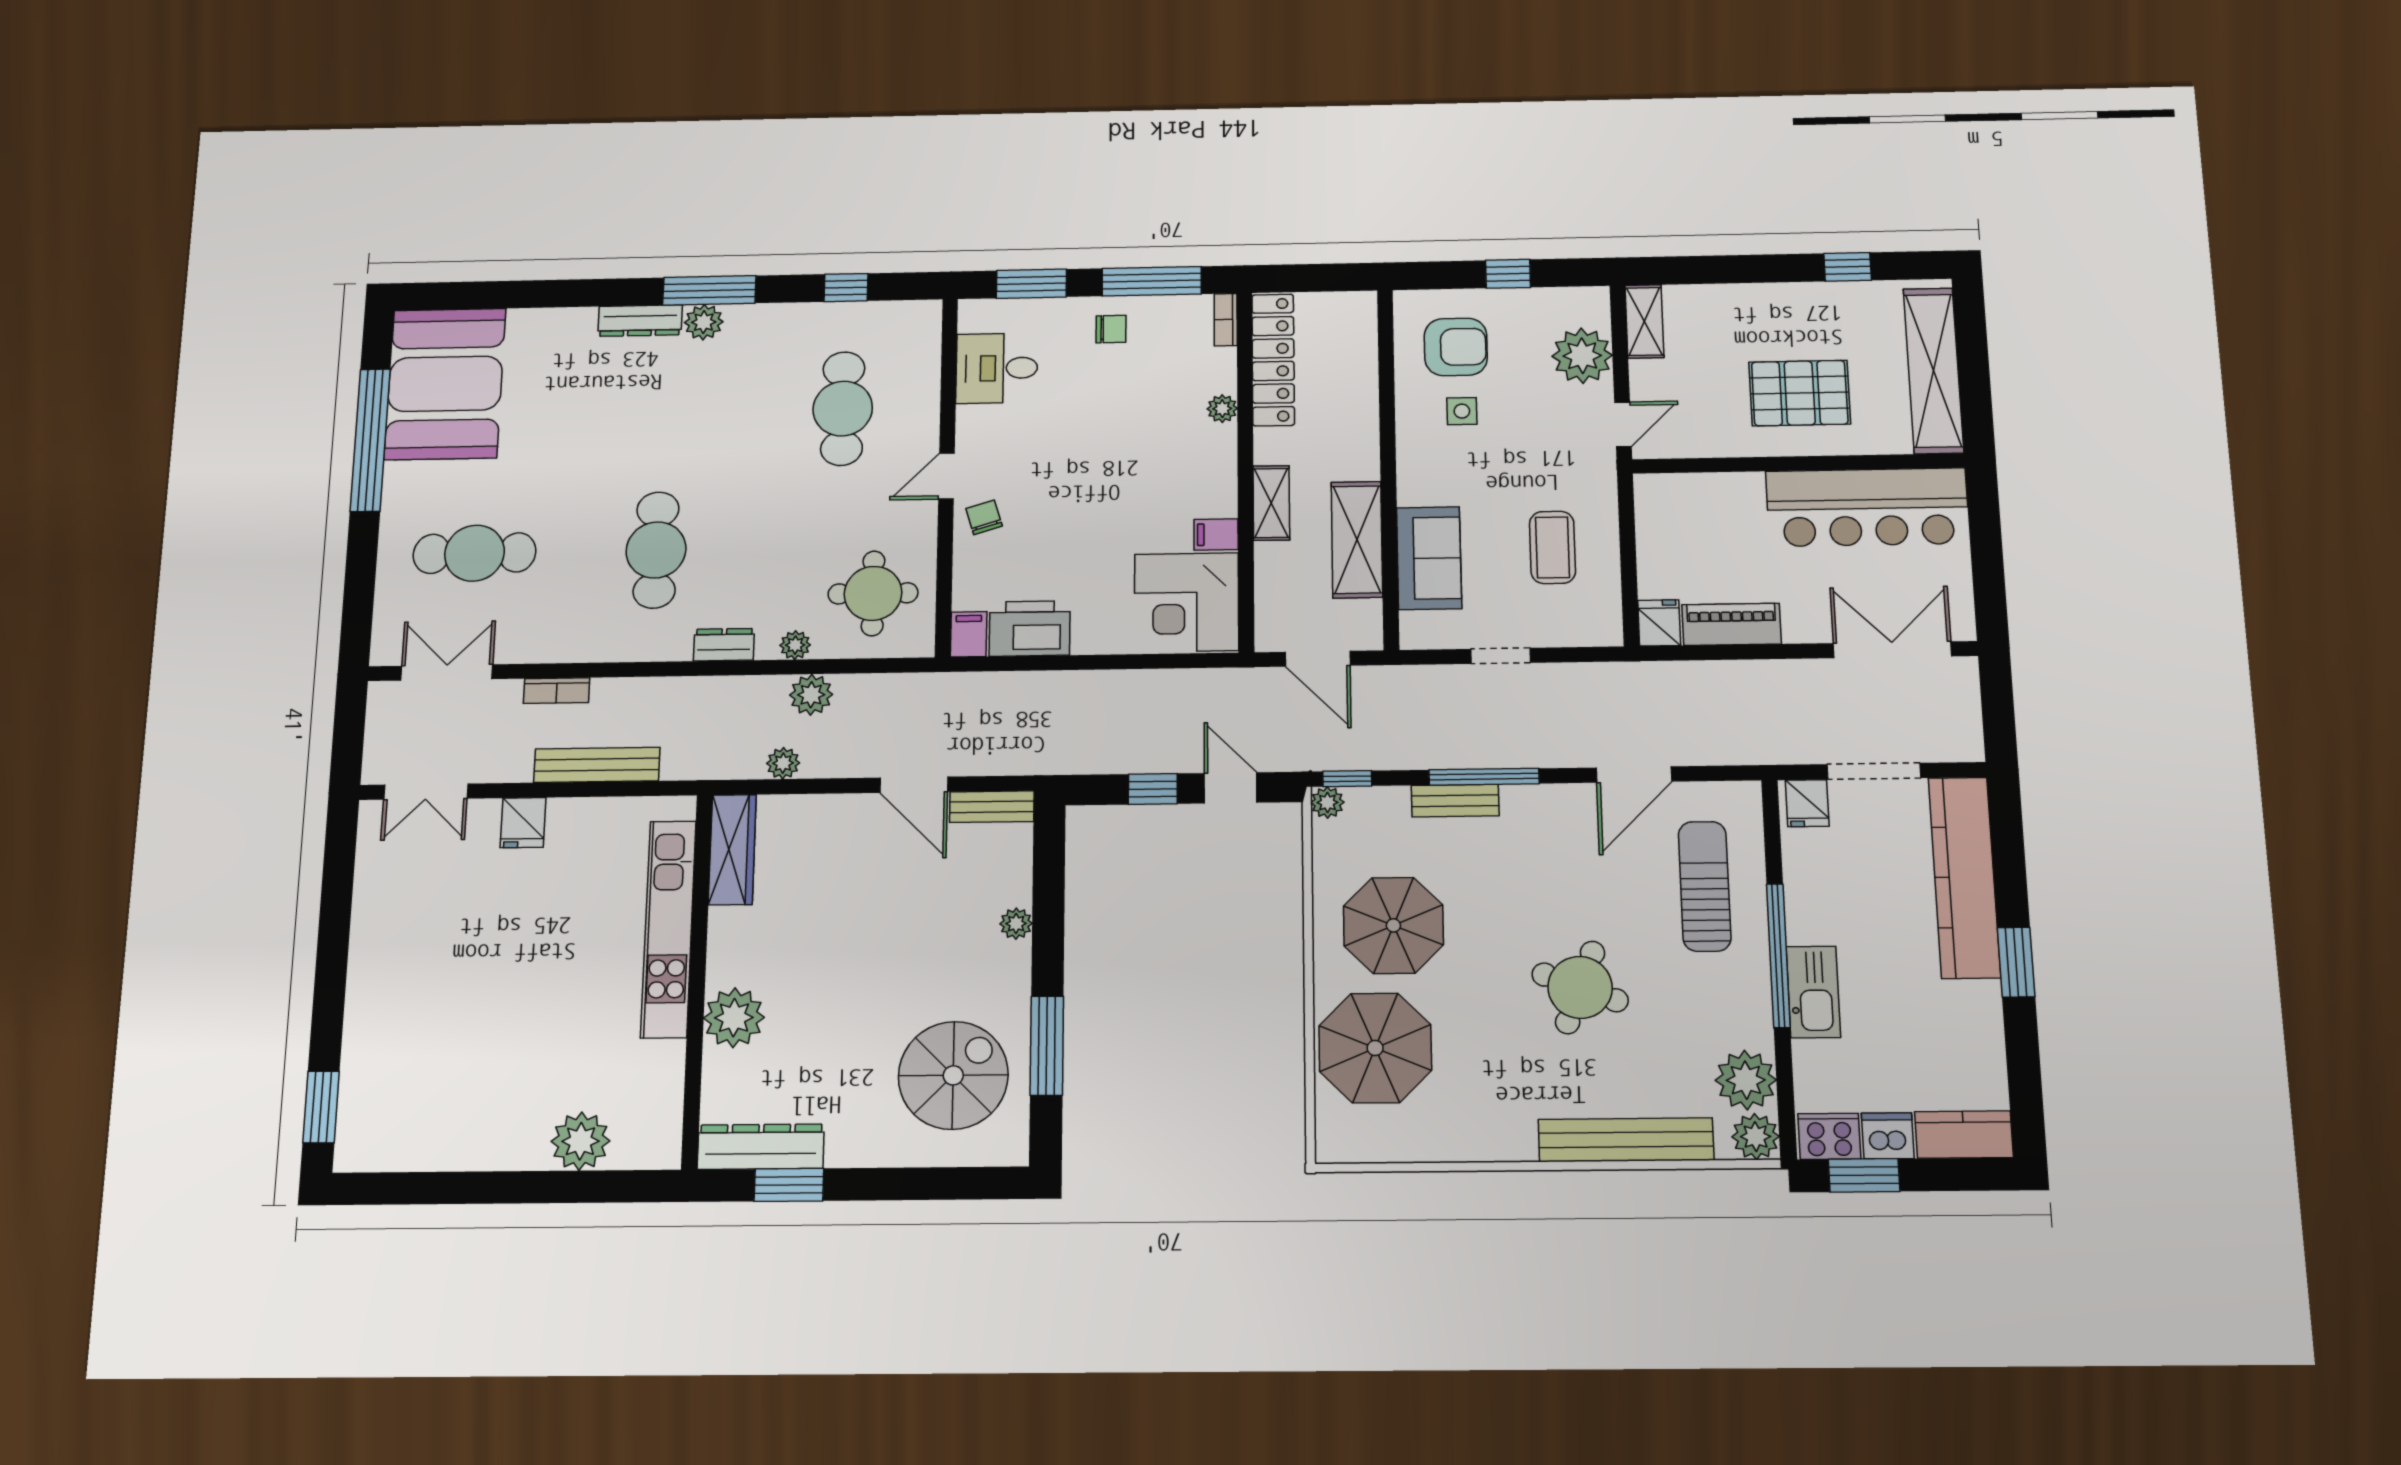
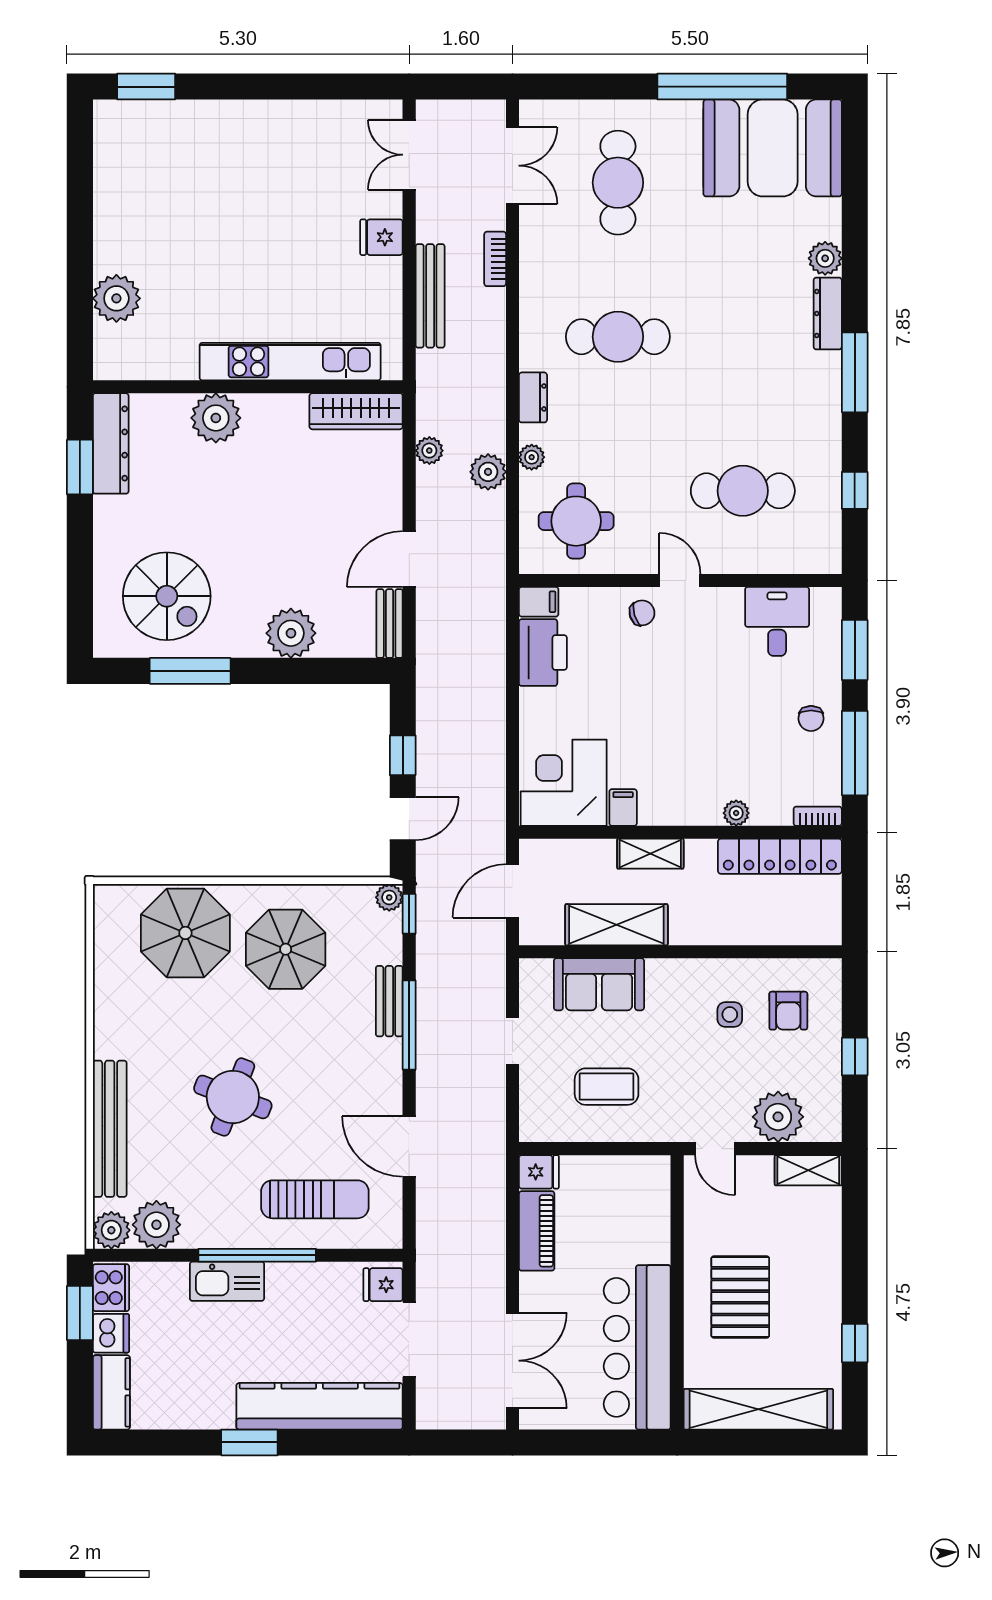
plant: (704, 322) -> (825, 258), moved
armchair: (1456, 347) -> (788, 1011), width x0.72, depth x0.72
plant: (1016, 924) -> (291, 633), width x1.87, depth x1.87

